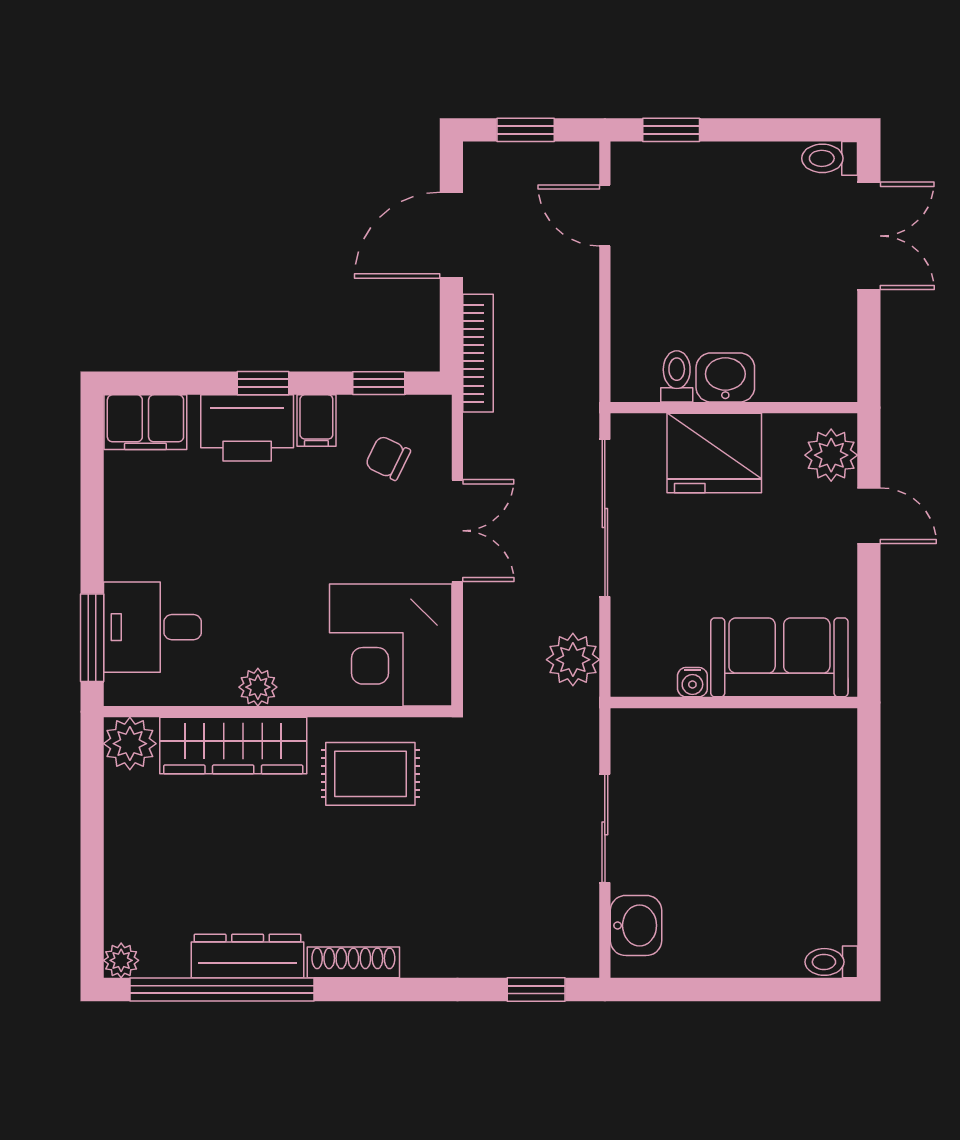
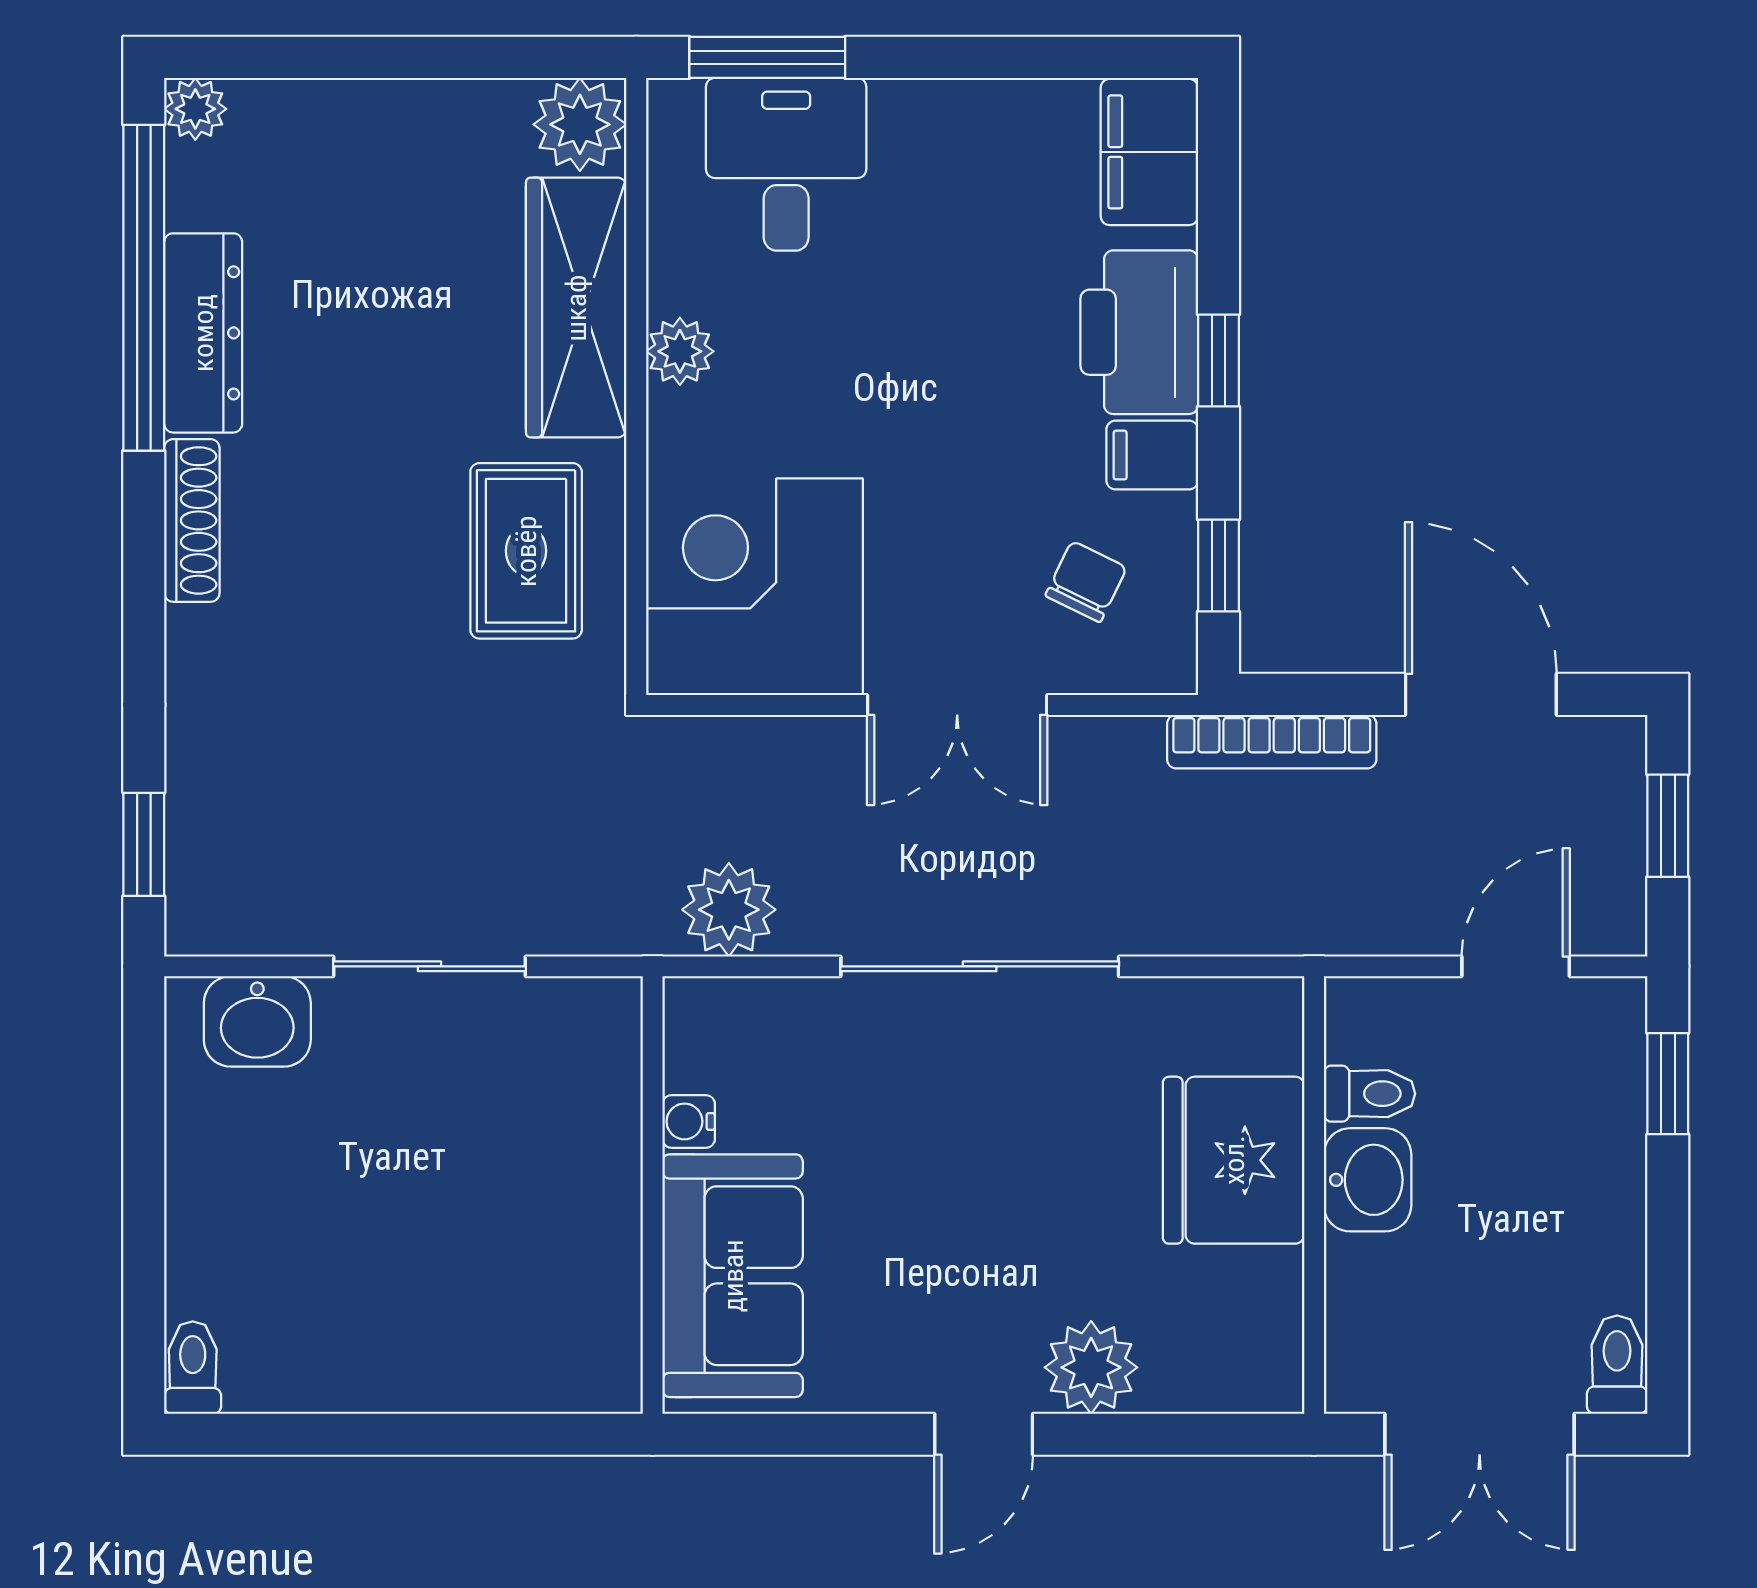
toilet: (677, 376) -> (1370, 1094), moved
washbasin: (725, 377) -> (1368, 1180), moved
wall: (734, 408) -> (1314, 1195), moved
fridge: (714, 453) -> (1234, 1160), moved

